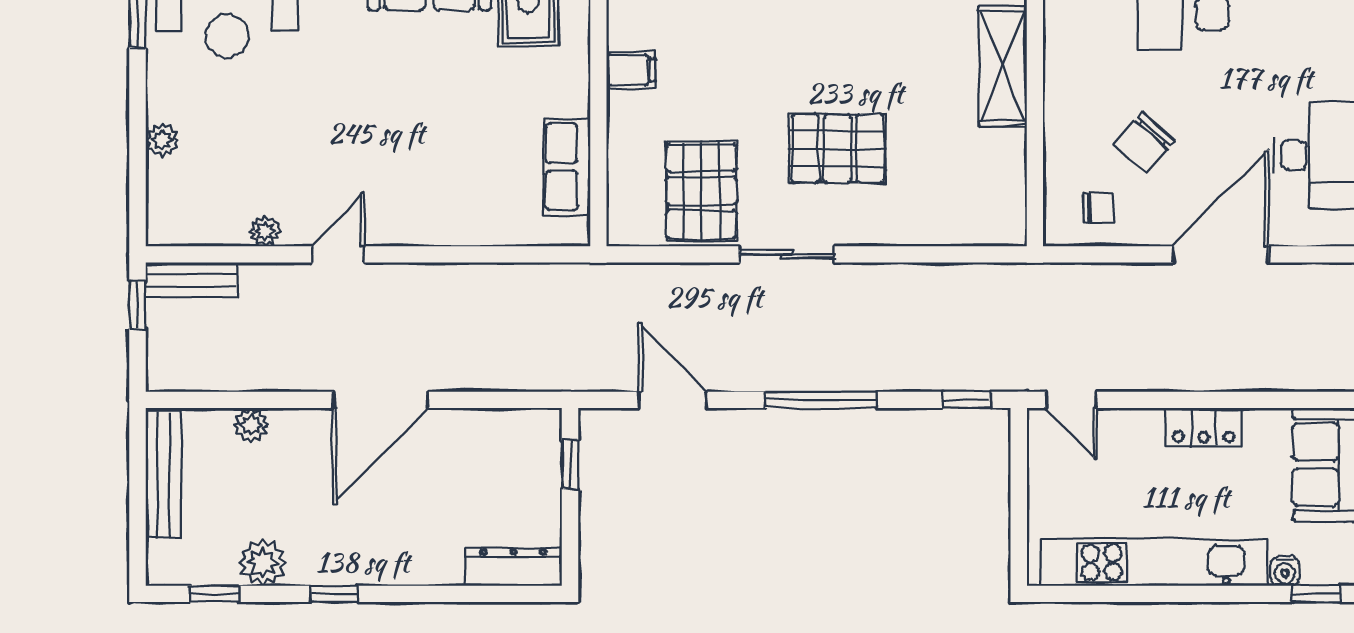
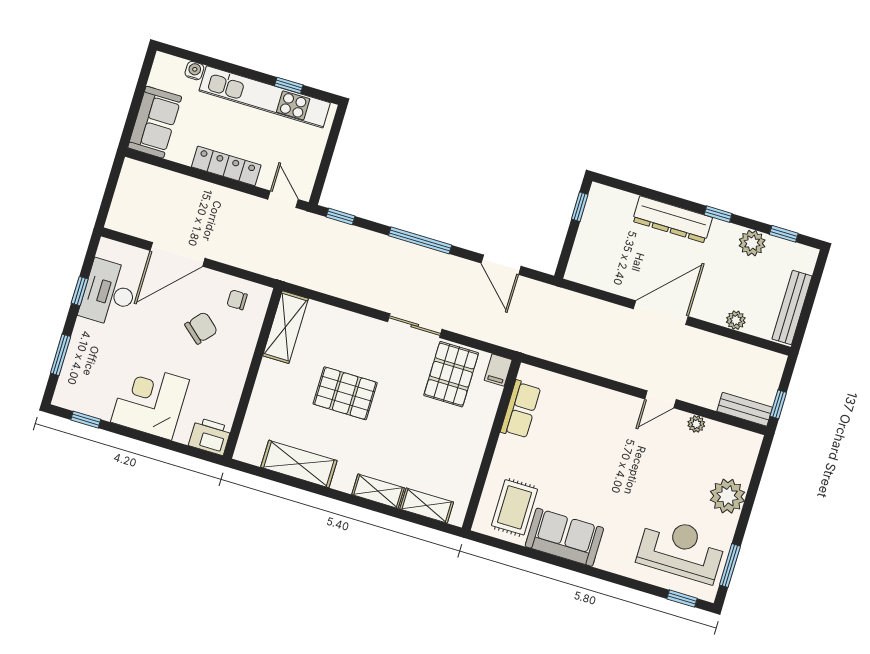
shelving: (1003, 66) -> (285, 327), moved
filing cabinet: (631, 70) -> (498, 370), moved, turned -90
plant: (162, 140) -> (727, 496), width x1.88, depth x1.88
pallet: (837, 149) -> (345, 393), moved
locker: (1204, 427) -> (226, 166), width x1.53
window: (570, 464) -> (580, 207), moved
dresser: (513, 567) -> (672, 219), moved, width x1.37, depth x1.24
window: (1316, 594) -> (289, 85), moved

